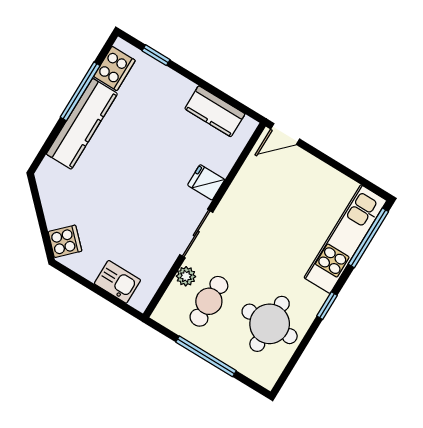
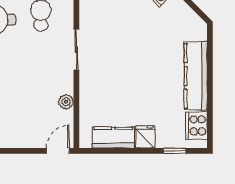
window: (80, 91) -> (210, 97), removed
fridge: (206, 182) -> (145, 137), moved, turned -90
plant: (186, 276) -> (66, 102), moved

